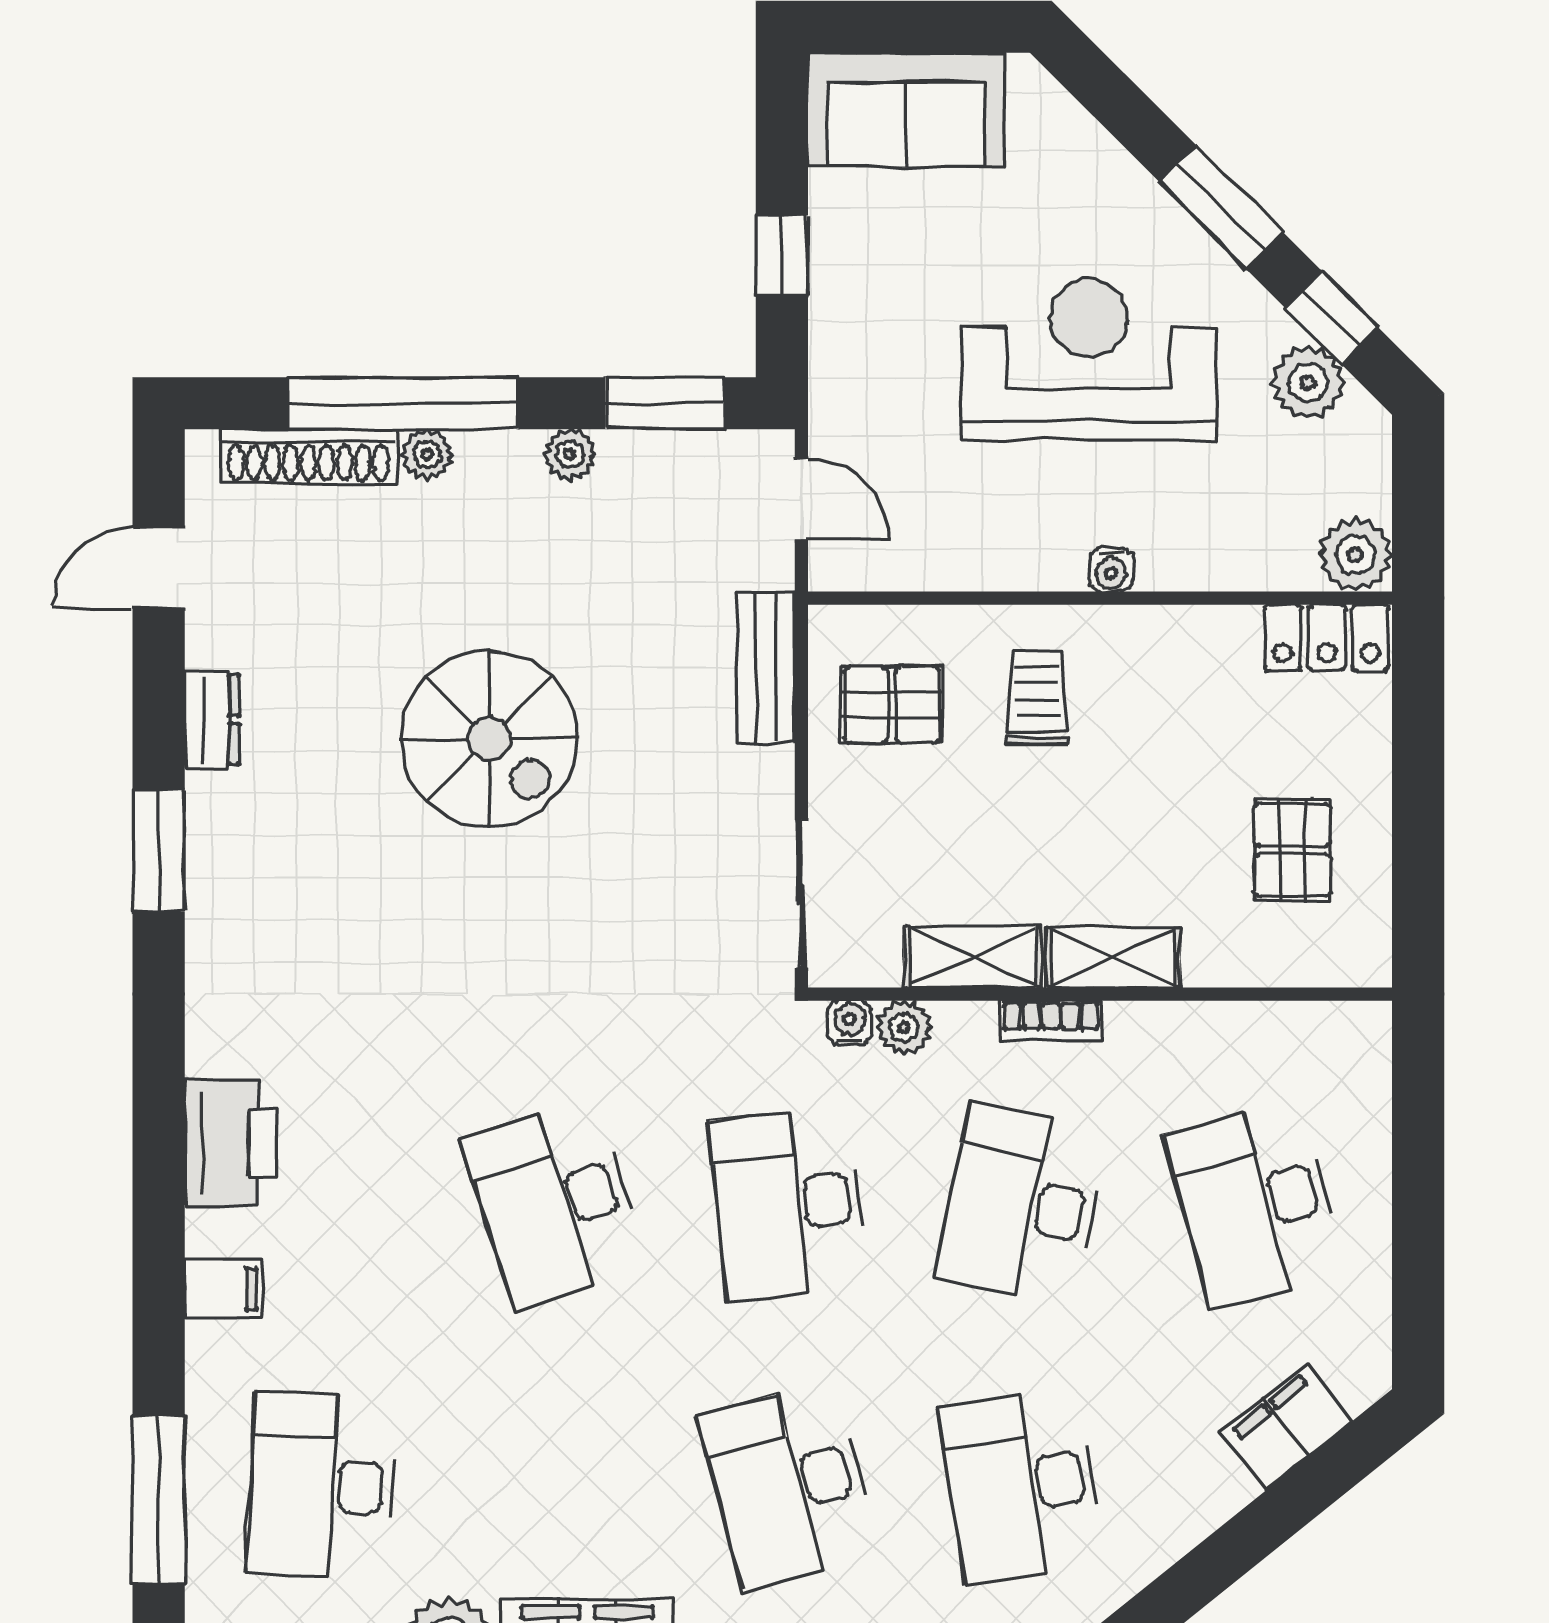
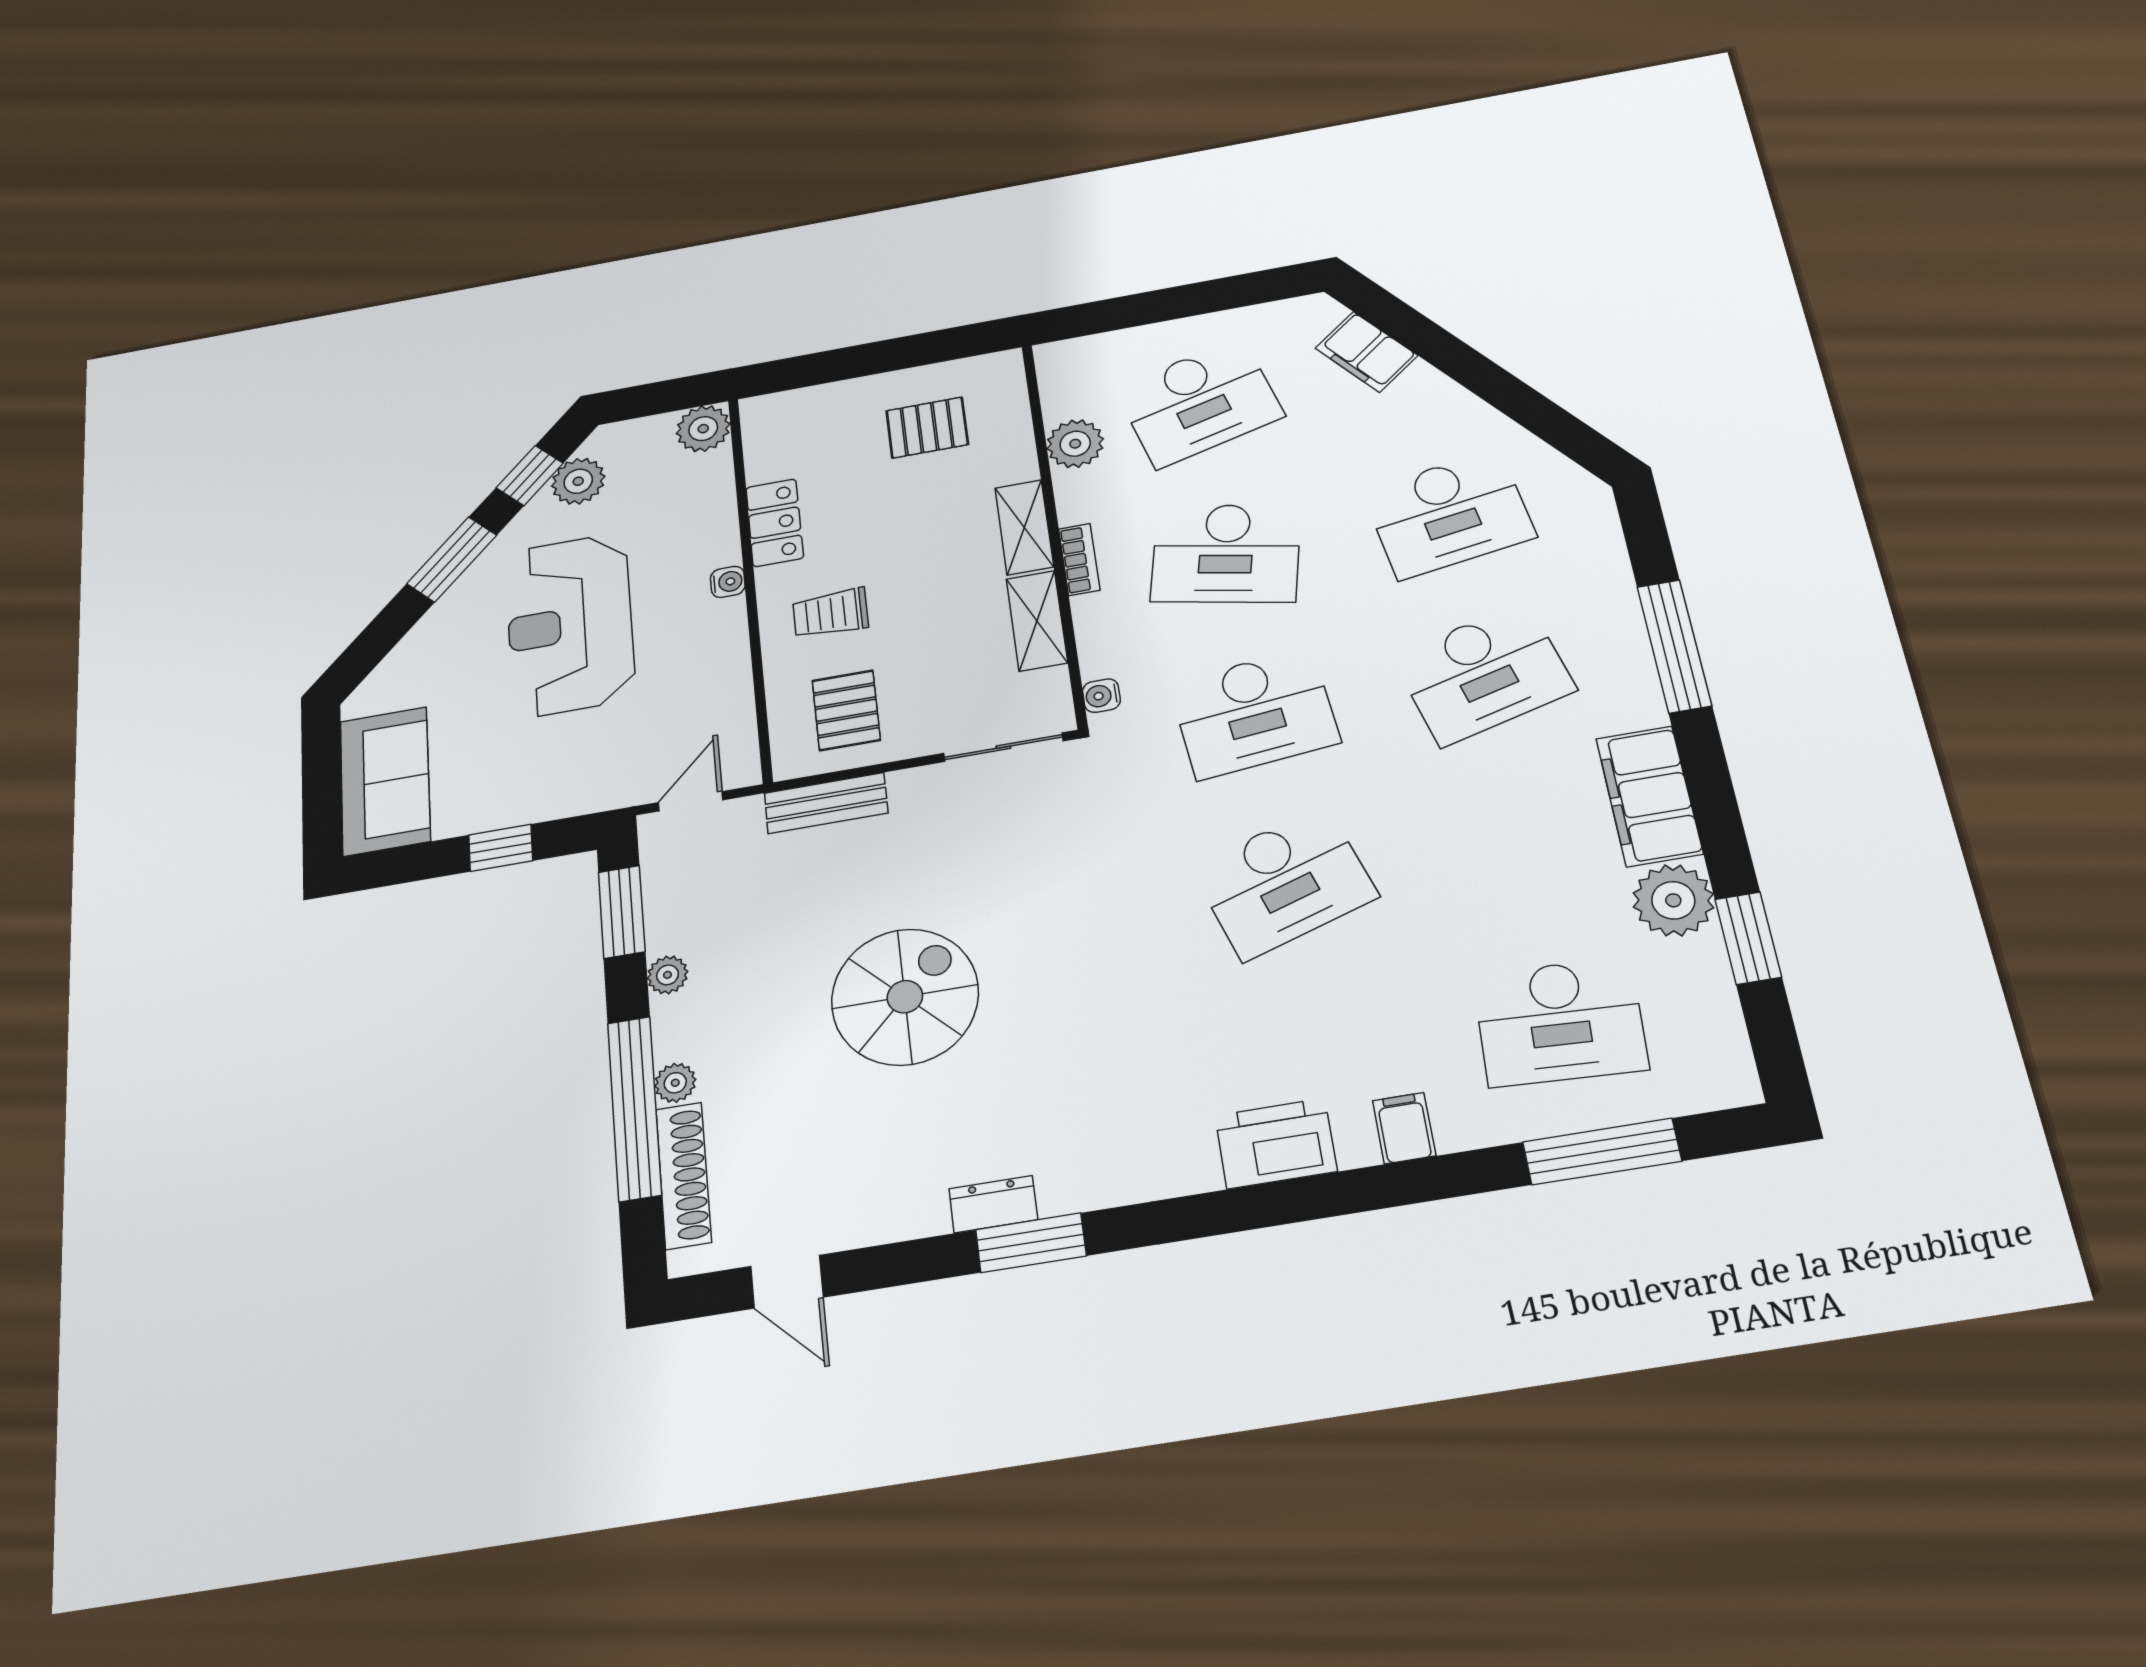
locker: (1327, 638) -> (775, 523), moved
dresser: (212, 720) -> (993, 1204), moved
plant: (904, 1028) -> (1075, 444), moved, width x1.38, depth x1.38

